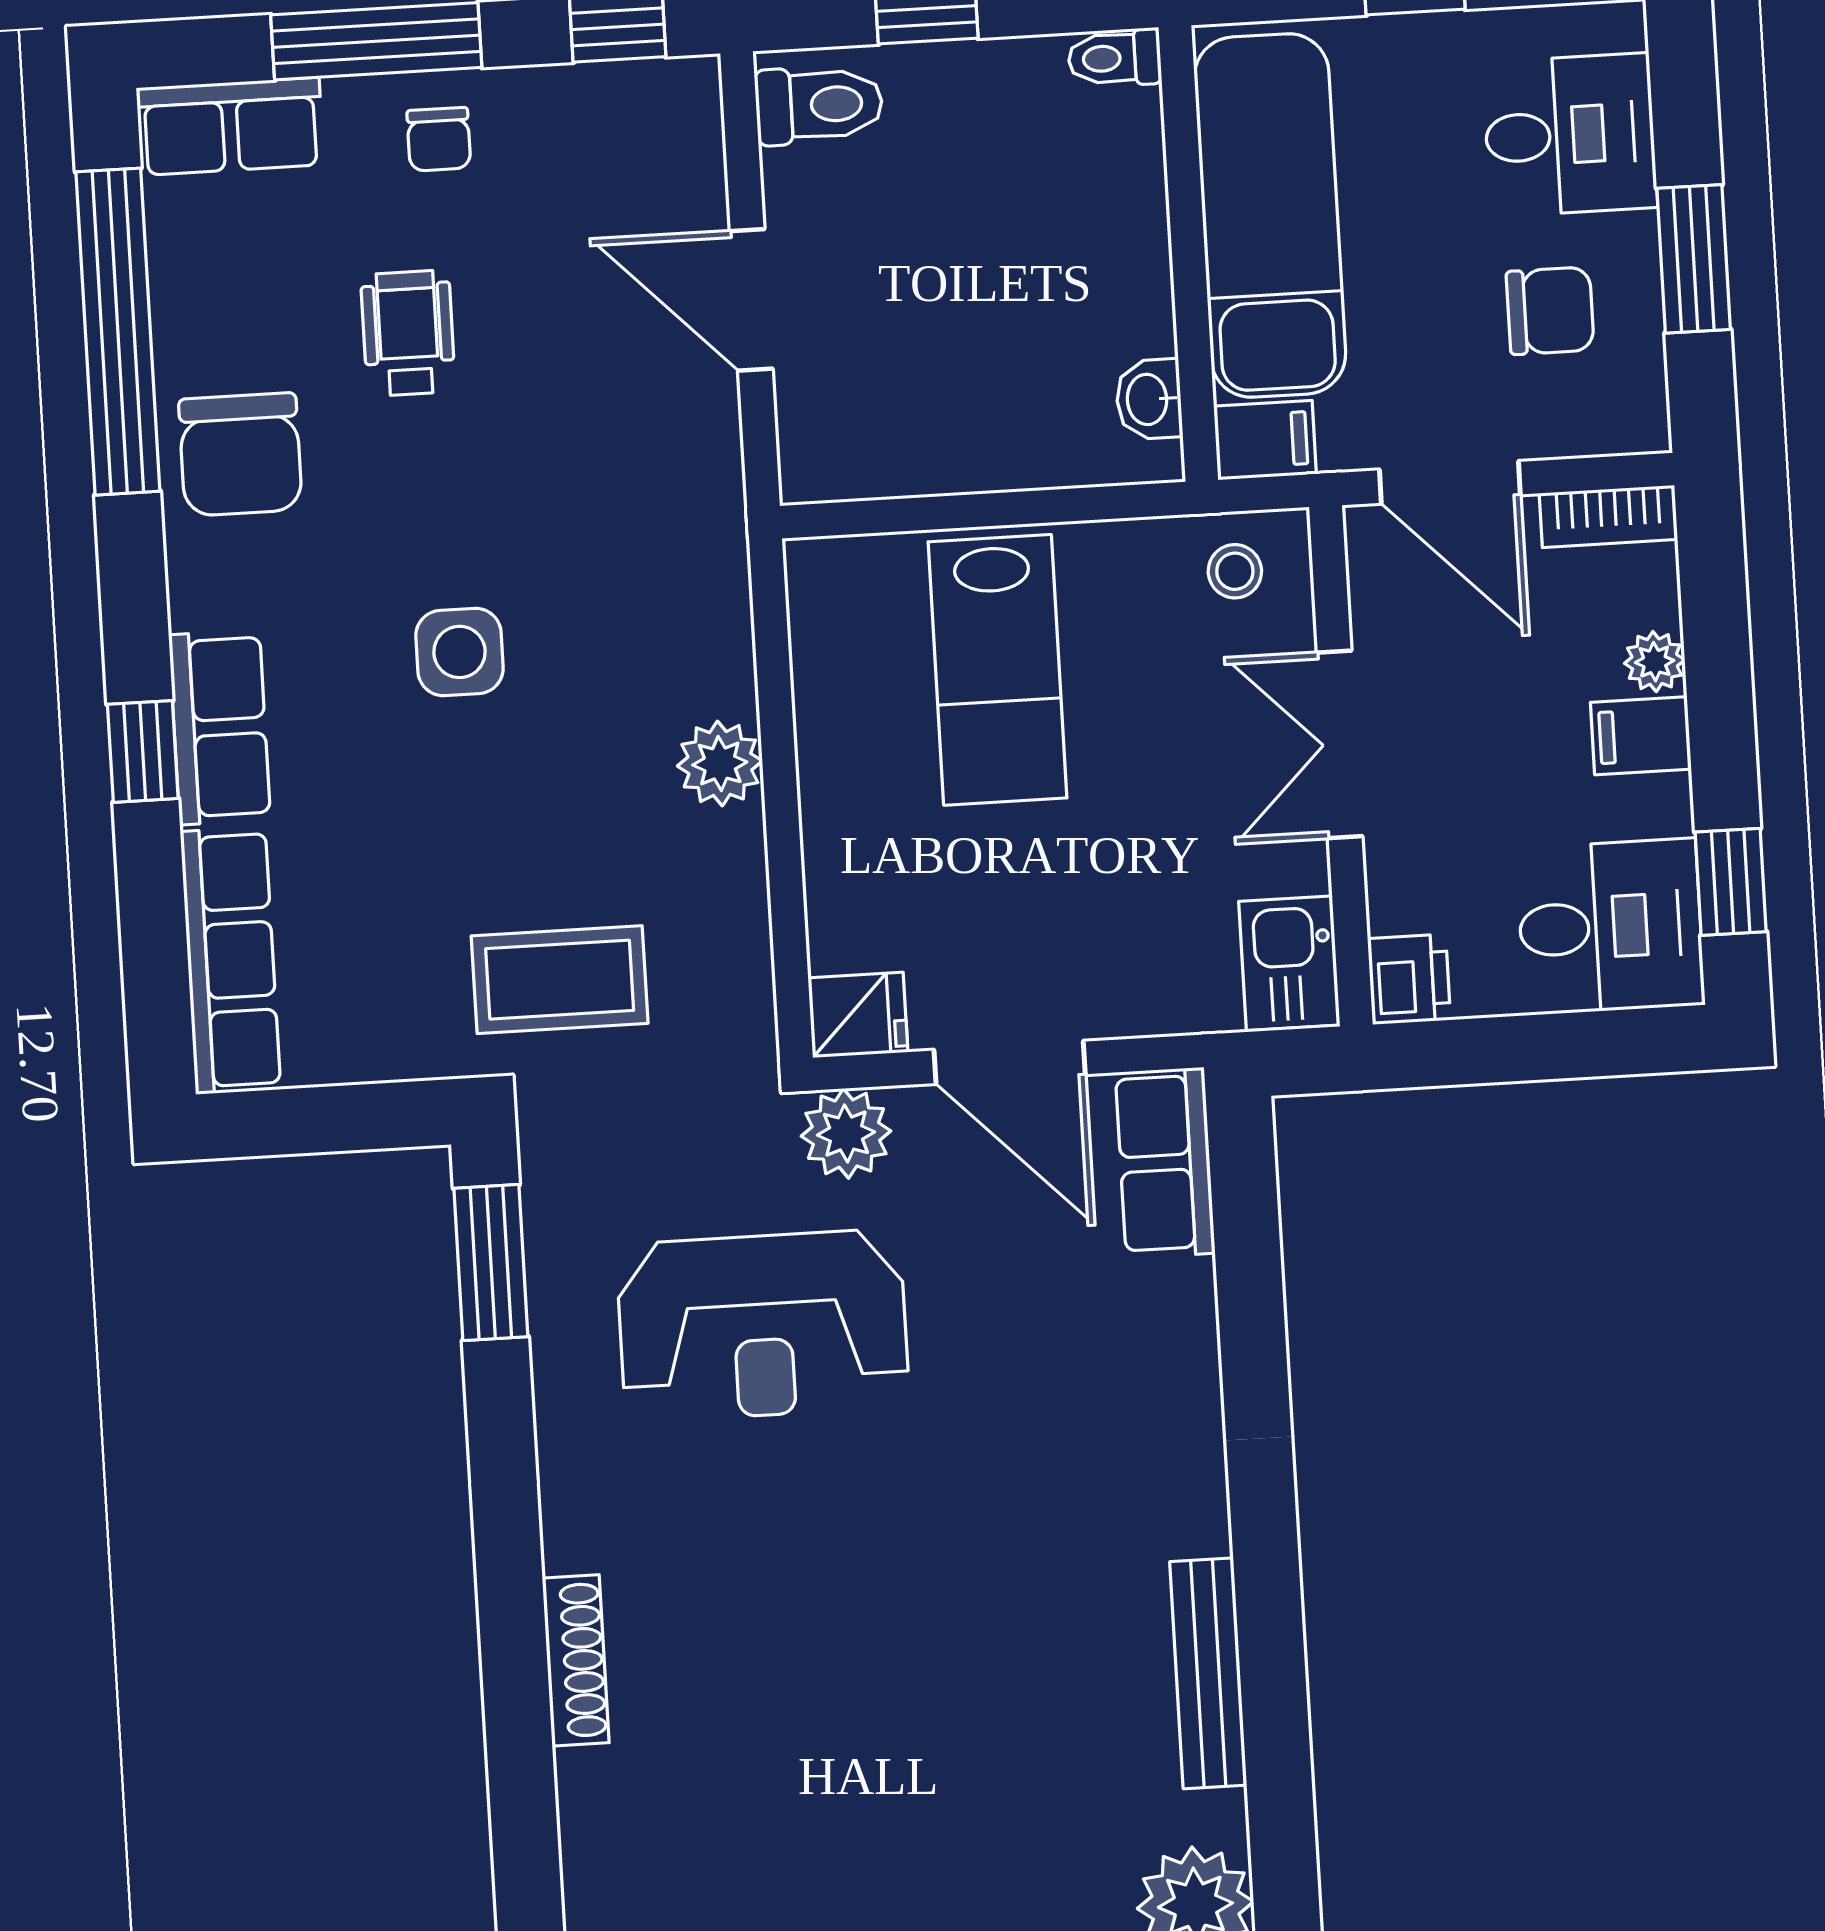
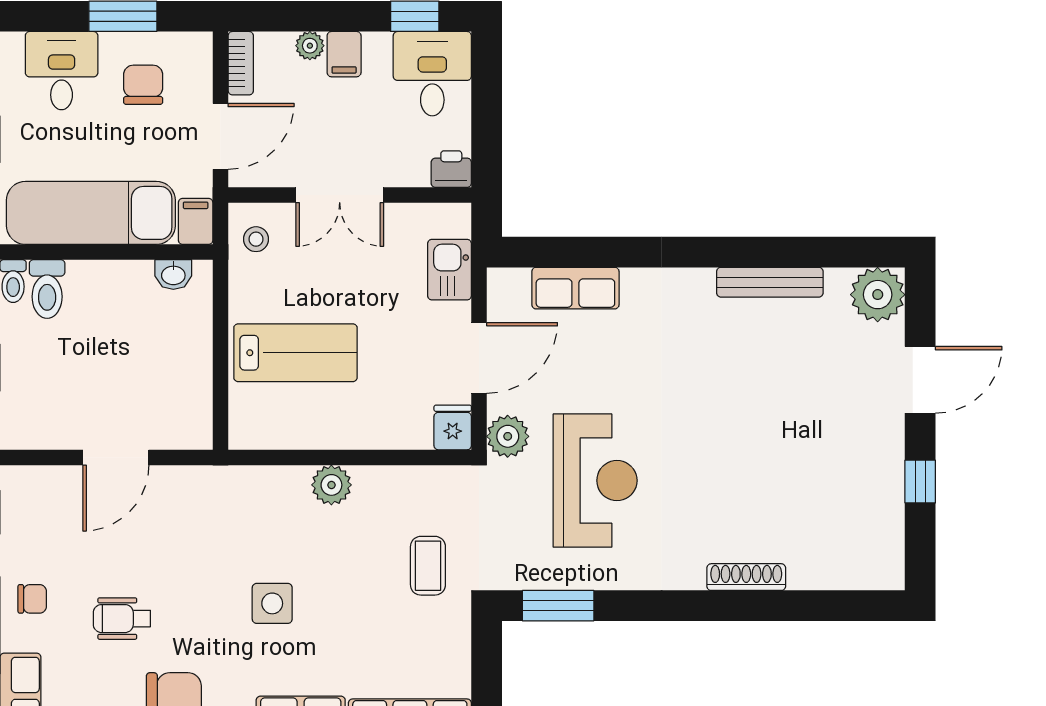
toilet: (819, 105) -> (47, 289), moved, turned 180
kitchen sink: (1289, 963) -> (449, 270), moved, turned 90
coffee table: (560, 980) -> (428, 566), width x0.73, depth x0.77
row of seats: (1165, 1163) -> (575, 288), moved

